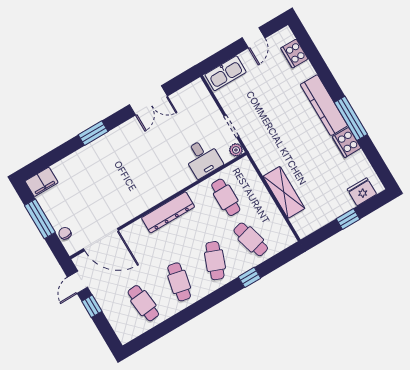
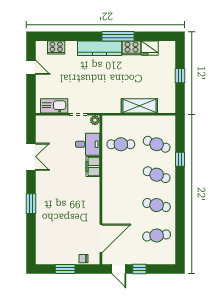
kitchen sink: (225, 73) -> (54, 106), moved, turned -90
filing cabinet: (42, 182) -> (93, 167), moved, turned 180
fridge: (362, 192) -> (150, 48), moved, turned -90
dresser: (168, 212) -> (109, 186), removed
window: (40, 219) -> (65, 269), width x0.69
cafe table: (251, 239) -> (157, 144), turned 36

